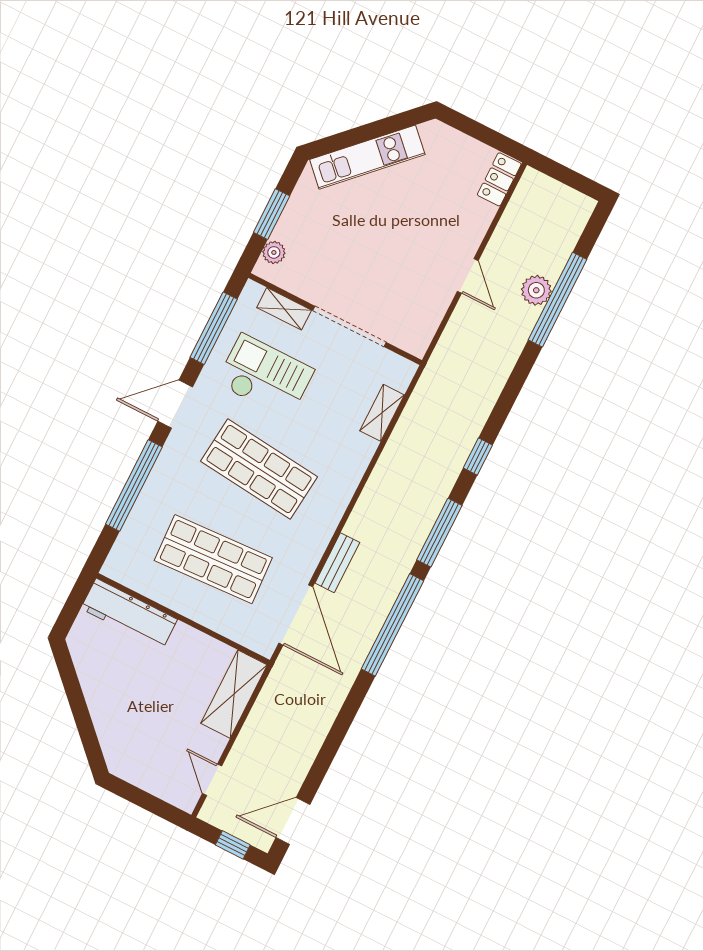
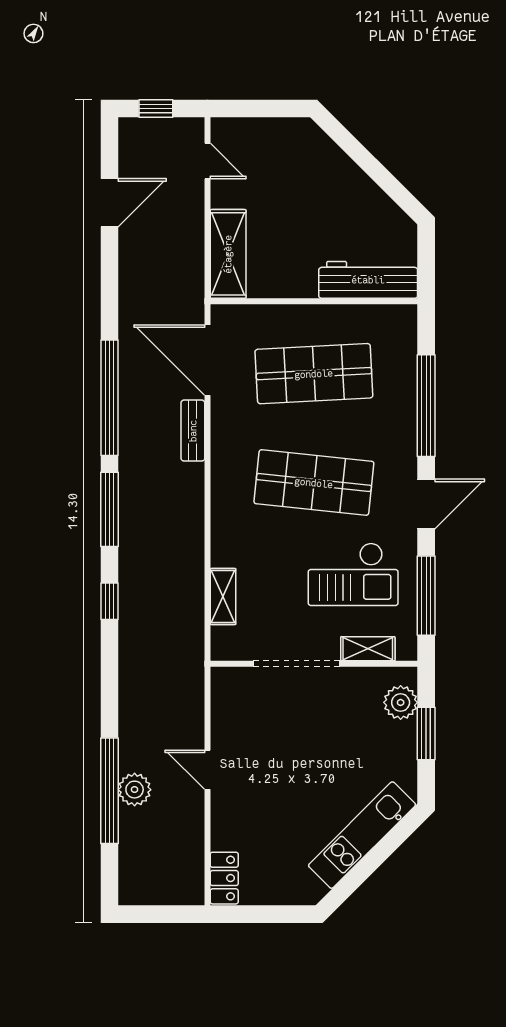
plant: (274, 252) -> (401, 702), width x1.38, depth x1.38
door: (293, 821) -> (110, 203), moved

